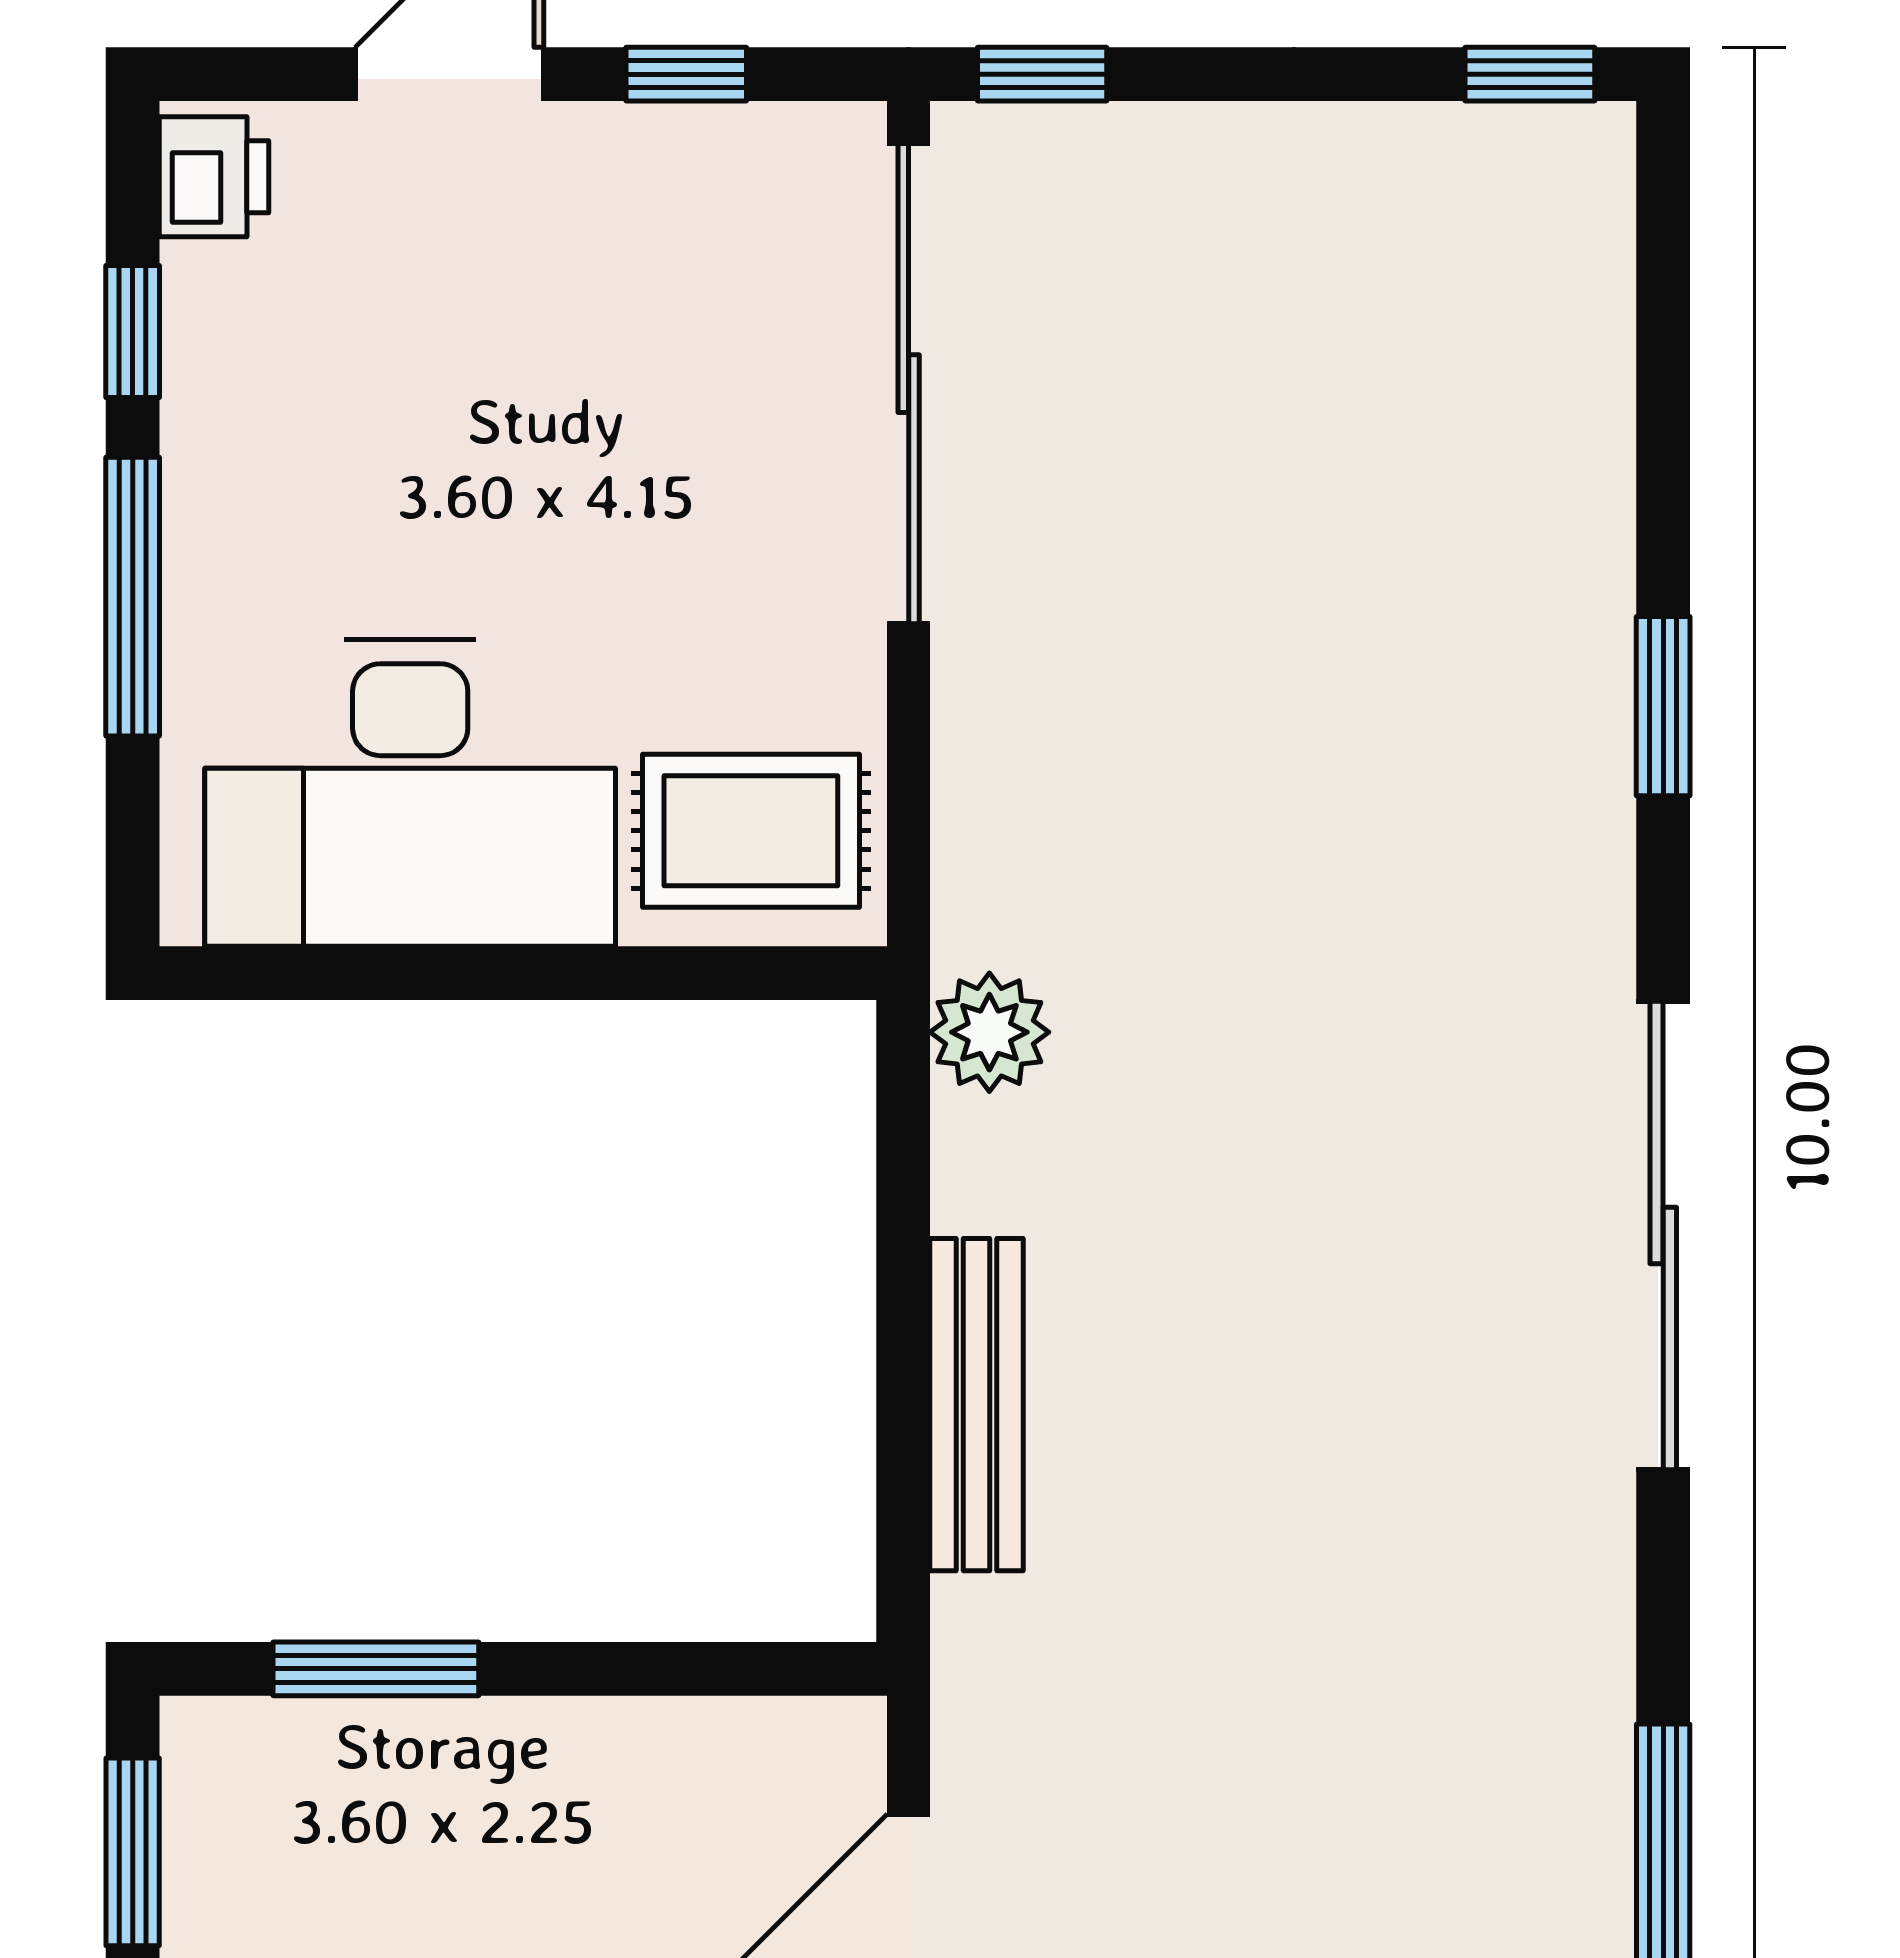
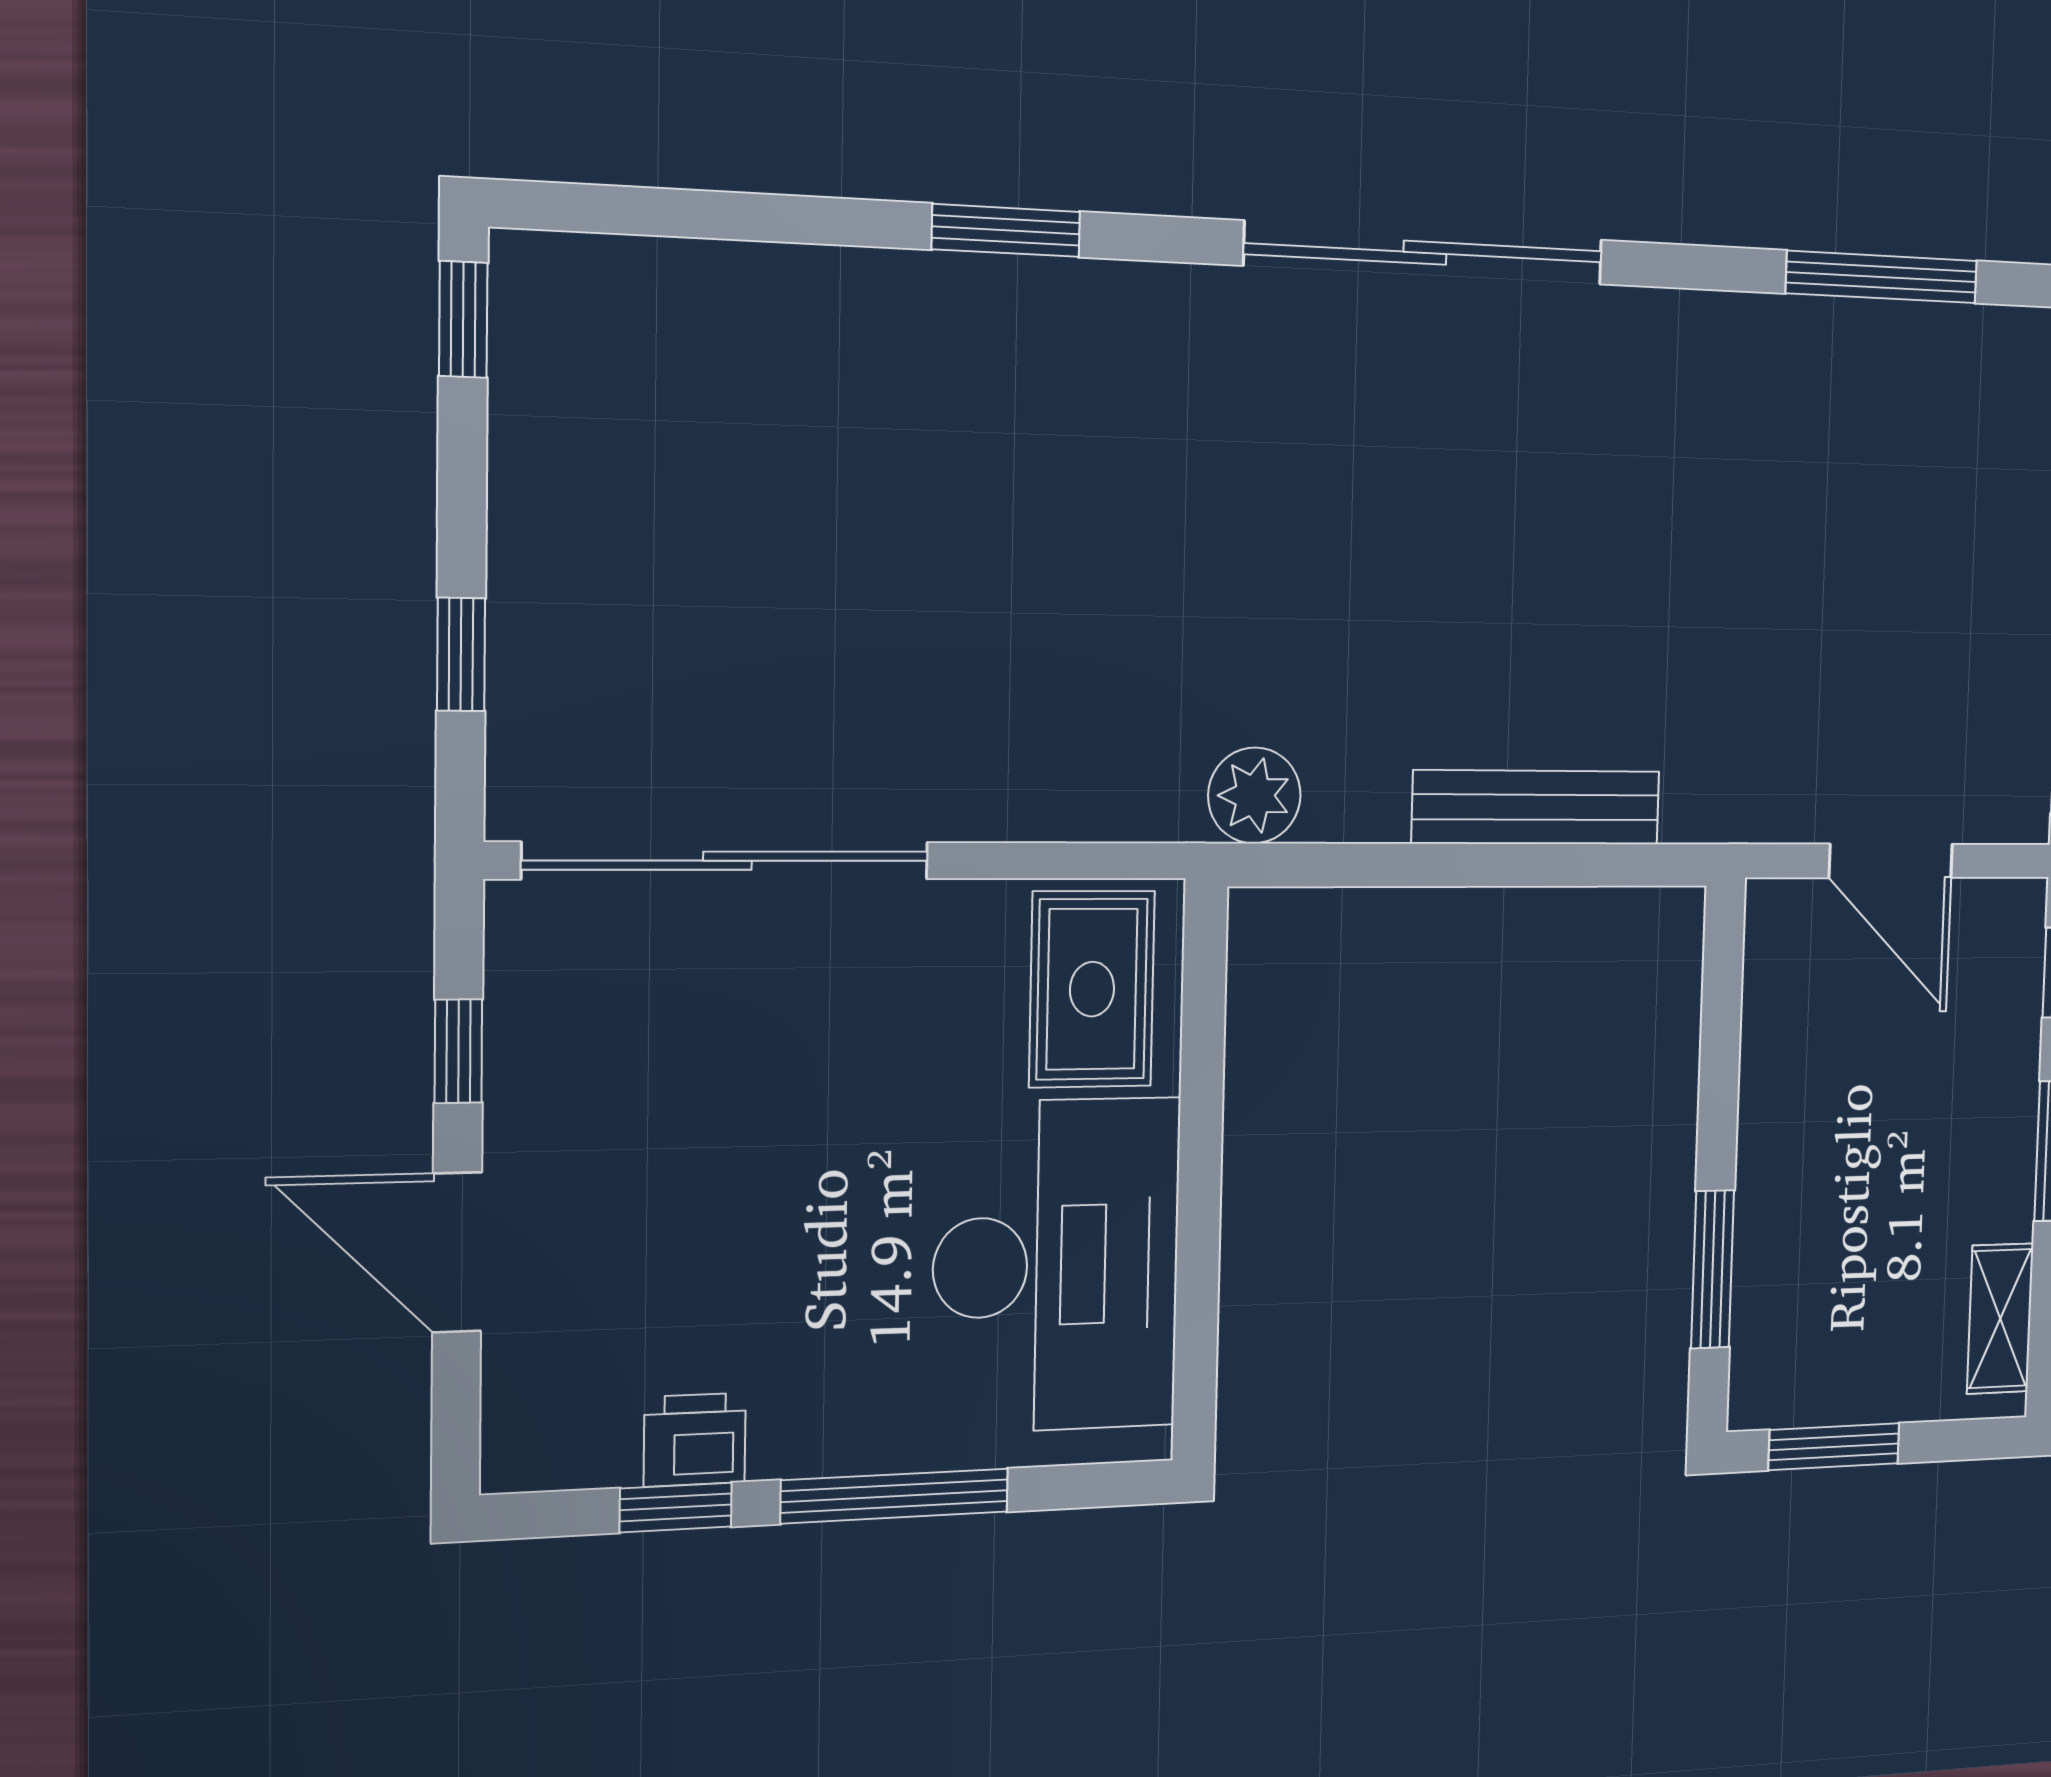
window: (1042, 74) -> (461, 654), moved
printer: (214, 177) -> (695, 1440), moved

